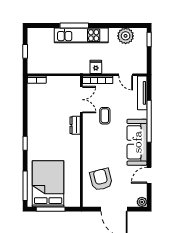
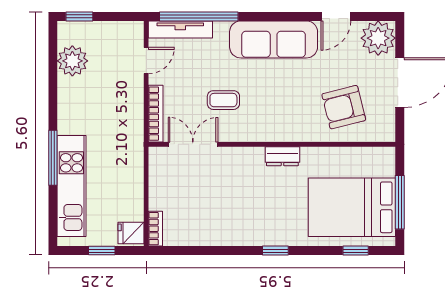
kitchen unit: (81, 35) -> (71, 186), moved
fridge: (96, 67) -> (131, 233), moved
window: (149, 121) -> (199, 16), moved
dresser: (75, 125) -> (282, 156), moved
door: (149, 175) -> (336, 16), hinge flipped
window: (25, 186) -> (356, 251), width x0.46
plant: (142, 202) -> (378, 38), width x1.87, depth x1.87

